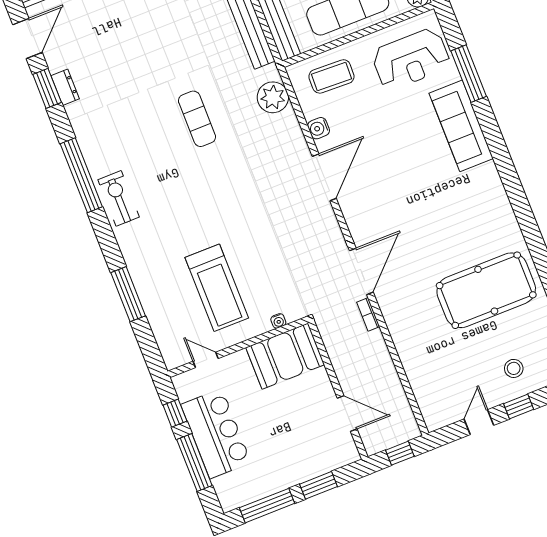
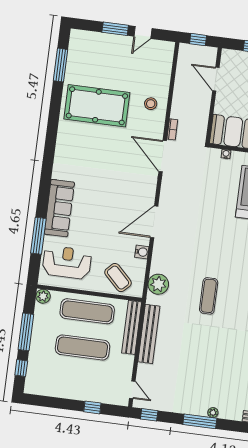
coffee table: (331, 76) -> (118, 278), turned 43
door: (361, 271) -> (163, 156), hinge flipped
stool: (514, 368) -> (151, 104), moved
window: (519, 407) -> (115, 29), width x1.50

